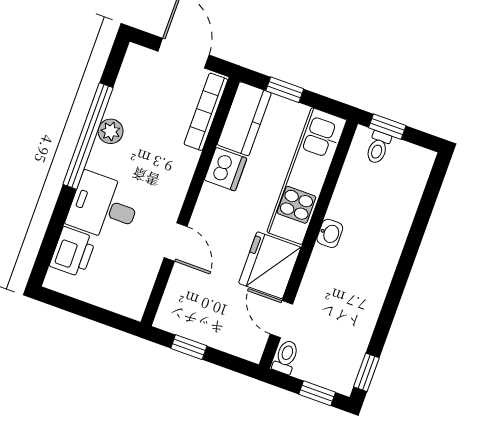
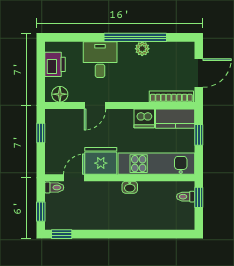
printer: (73, 252) -> (55, 64), moved, turned -90
floor lamp: (136, 293) -> (60, 94), added

